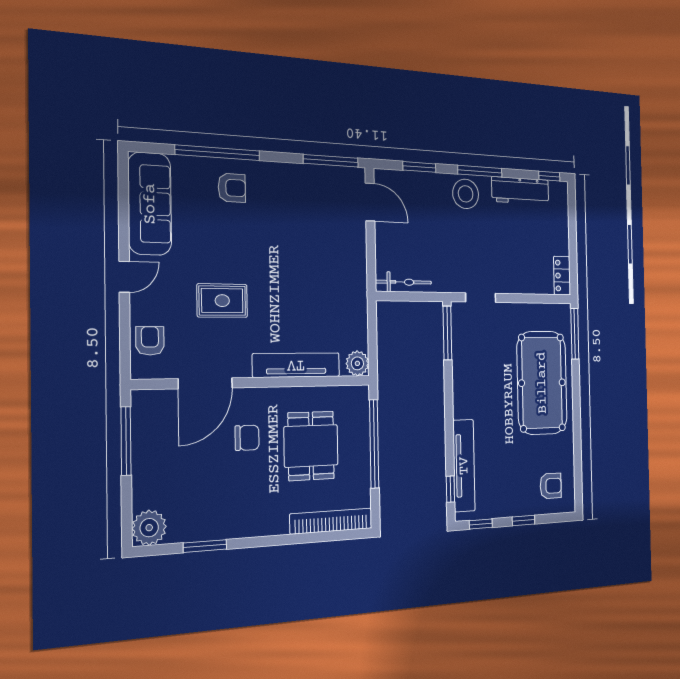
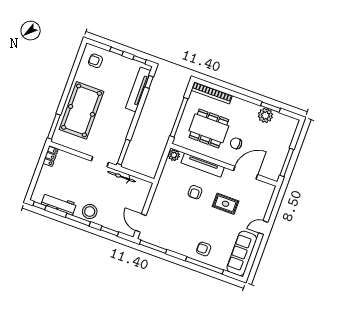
bicycle: (403, 282) -> (121, 177), moved
armchair: (150, 341) -> (195, 192), moved
dining table: (311, 446) -> (209, 128), width x1.38
plant: (149, 528) -> (265, 115), moved

